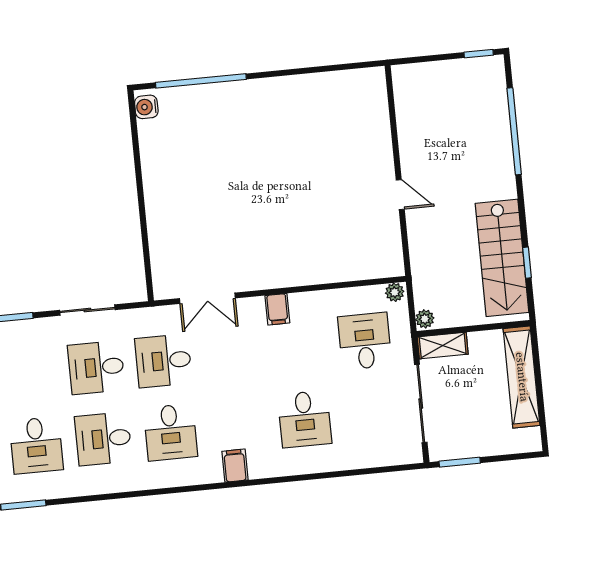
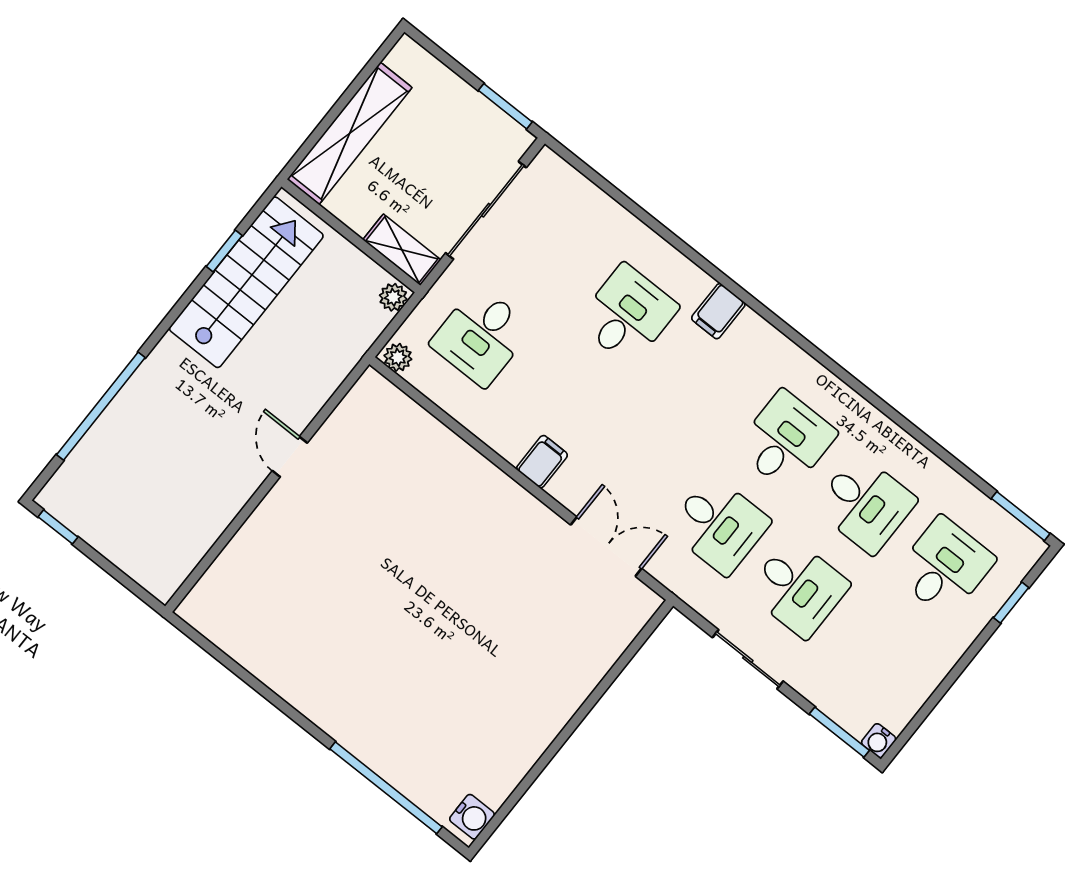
filing cabinet: (235, 466) -> (718, 311), moved

